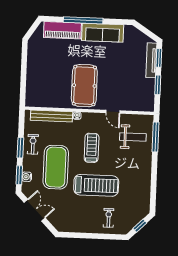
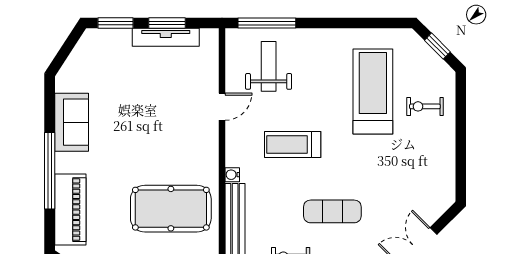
sofa: (103, 33) -> (72, 122), width x0.73
tv unit: (151, 60) -> (166, 37), moved
pool table: (84, 86) -> (171, 209), moved
exercise mat: (56, 167) -> (332, 211), width x0.50, depth x0.69
treadmill: (96, 185) -> (373, 91), moved

